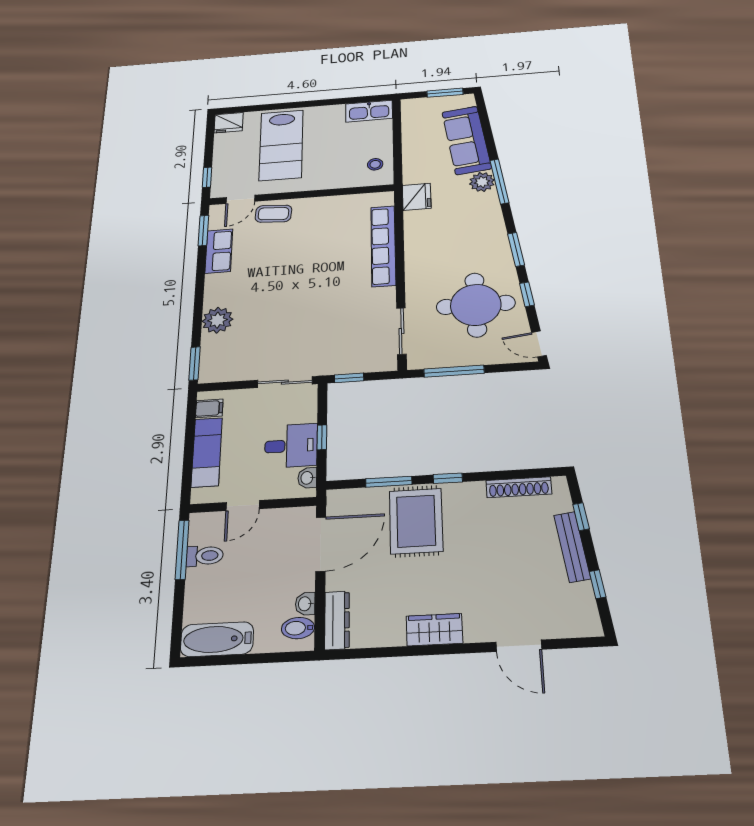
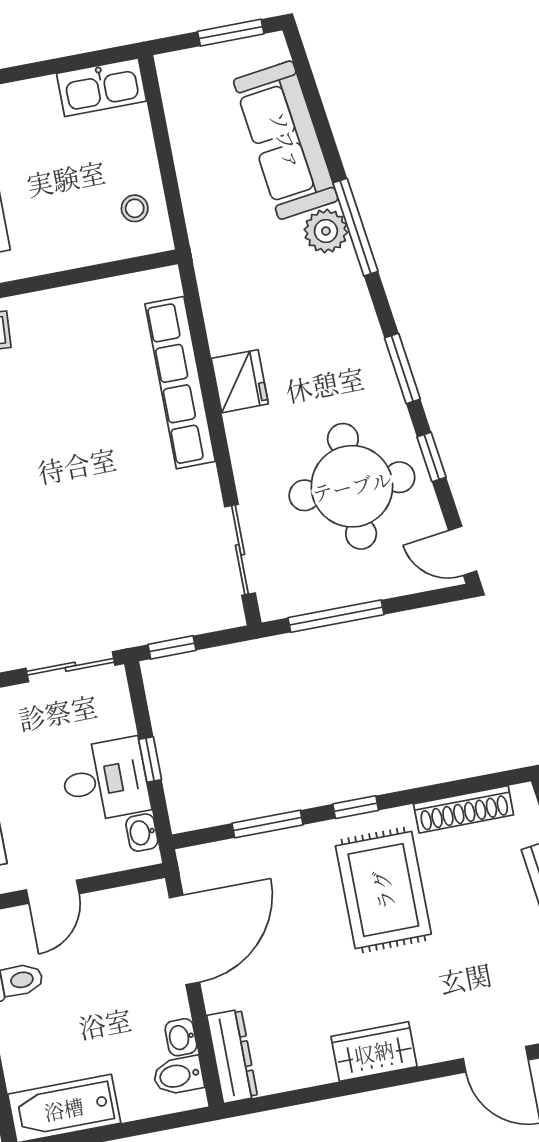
fridge: (417, 197) -> (240, 381), moved
rug: (416, 521) -> (383, 890), moved

